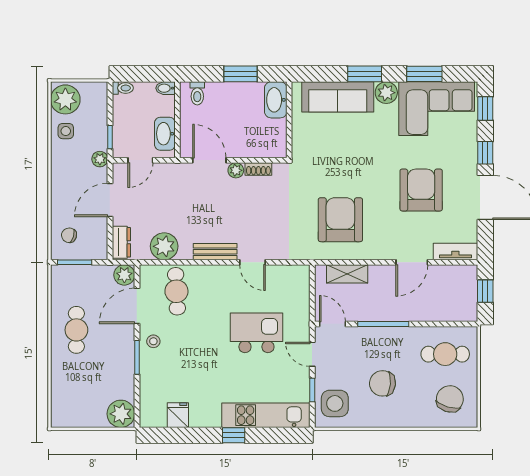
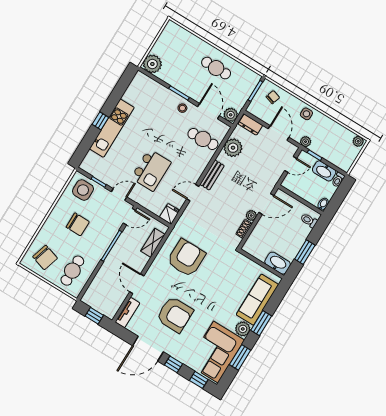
plant: (65, 99) -> (358, 141), width x0.53, depth x0.53
side table: (66, 131) -> (306, 114), moved
washbasin: (165, 134) -> (324, 171), moved, turned 180
door: (140, 160) -> (291, 164), swing flipped
armchair: (340, 220) -> (186, 258), turned -90
chair: (382, 383) -> (78, 224), turned 85
fridge: (178, 415) -> (170, 214), moved, turned -90
kitchen unit: (266, 415) -> (112, 128), moved

